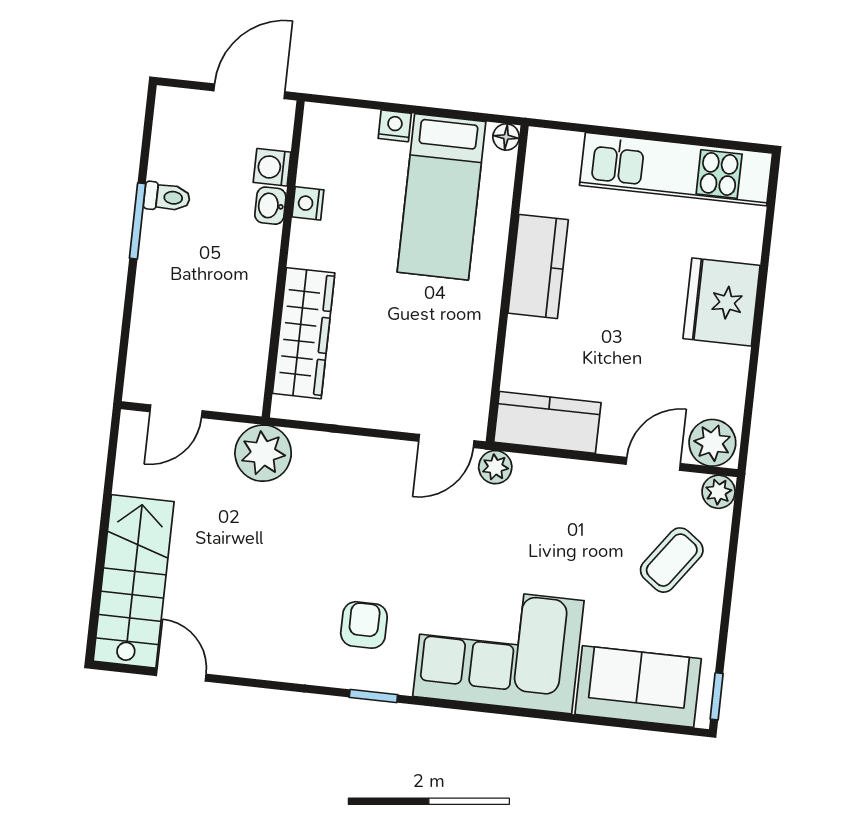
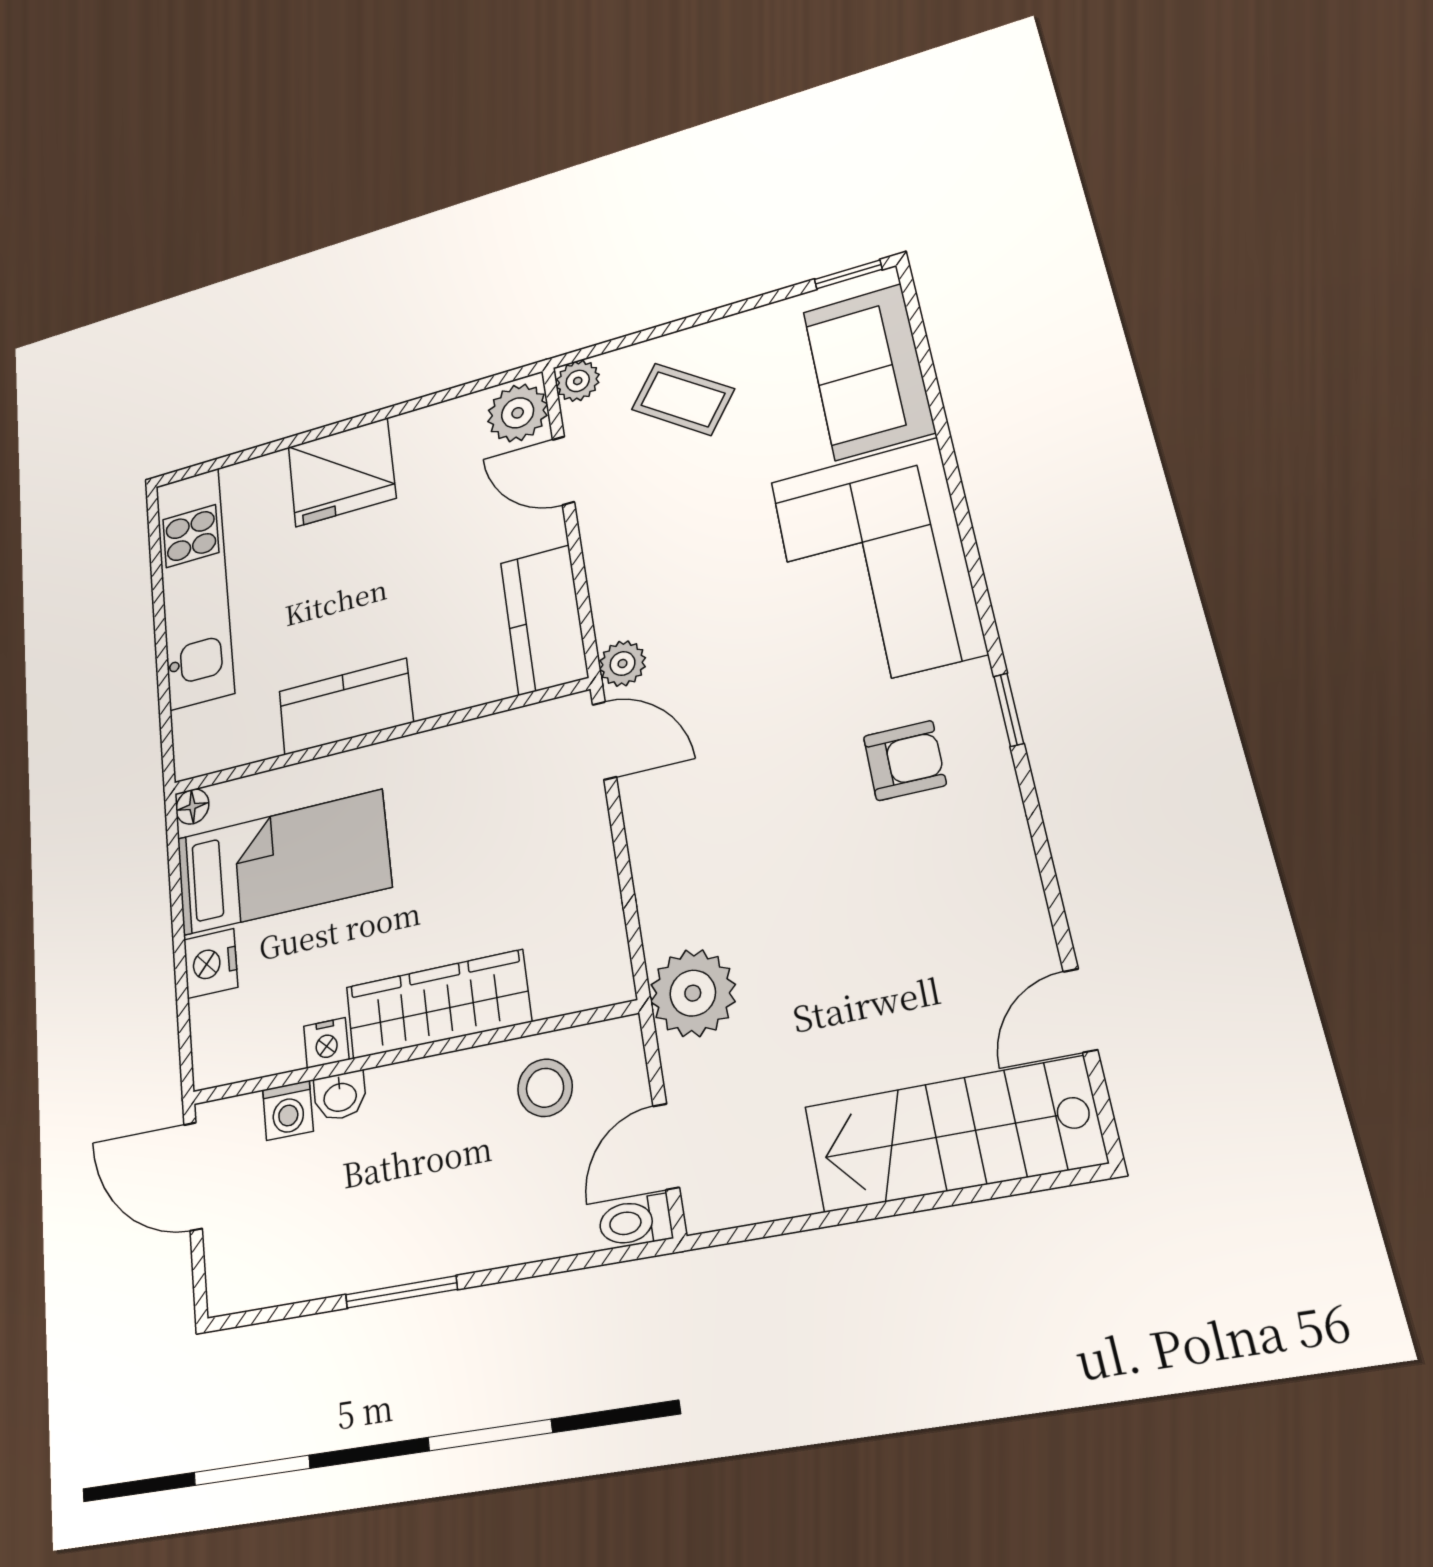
nightstand: (395, 126) -> (211, 963), width x1.39, depth x1.35
toilet: (167, 197) -> (635, 1222), moved, turned -90
wardrobe: (304, 333) -> (438, 1004), moved
stool: (234, 344) -> (545, 1088), added
door: (176, 411) -> (666, 1147), swing flipped
armchair: (364, 625) -> (905, 761), turned 180

